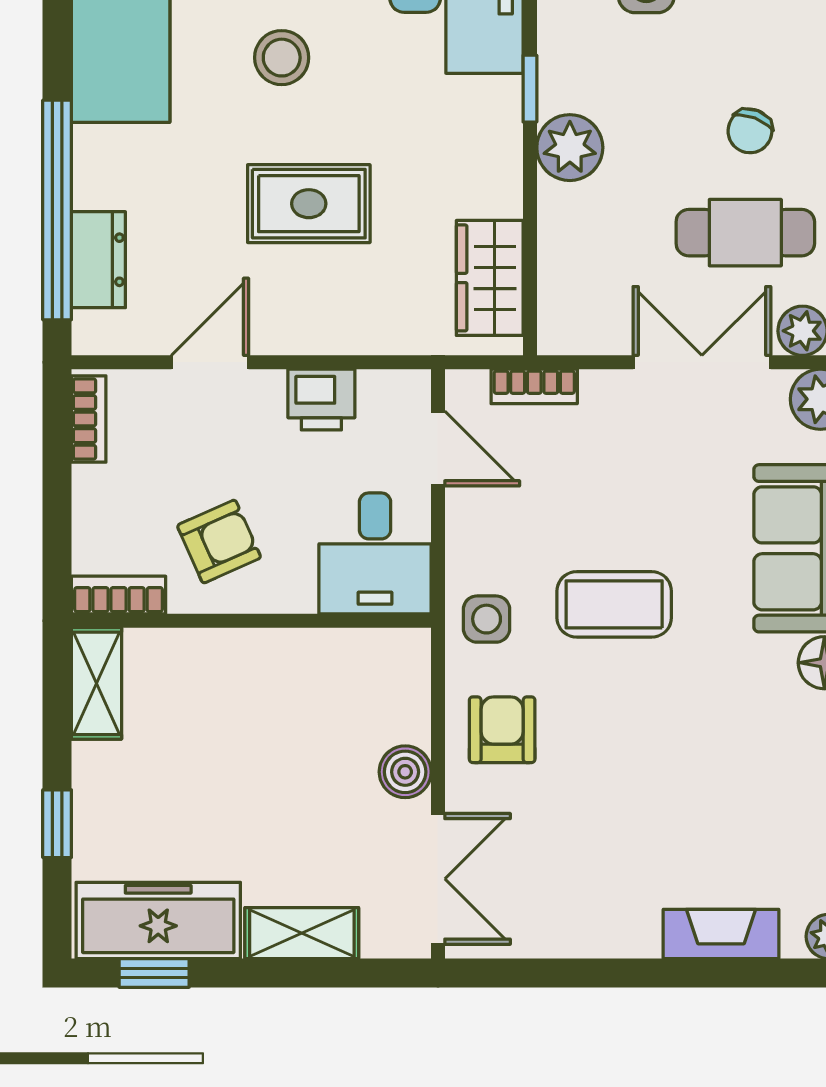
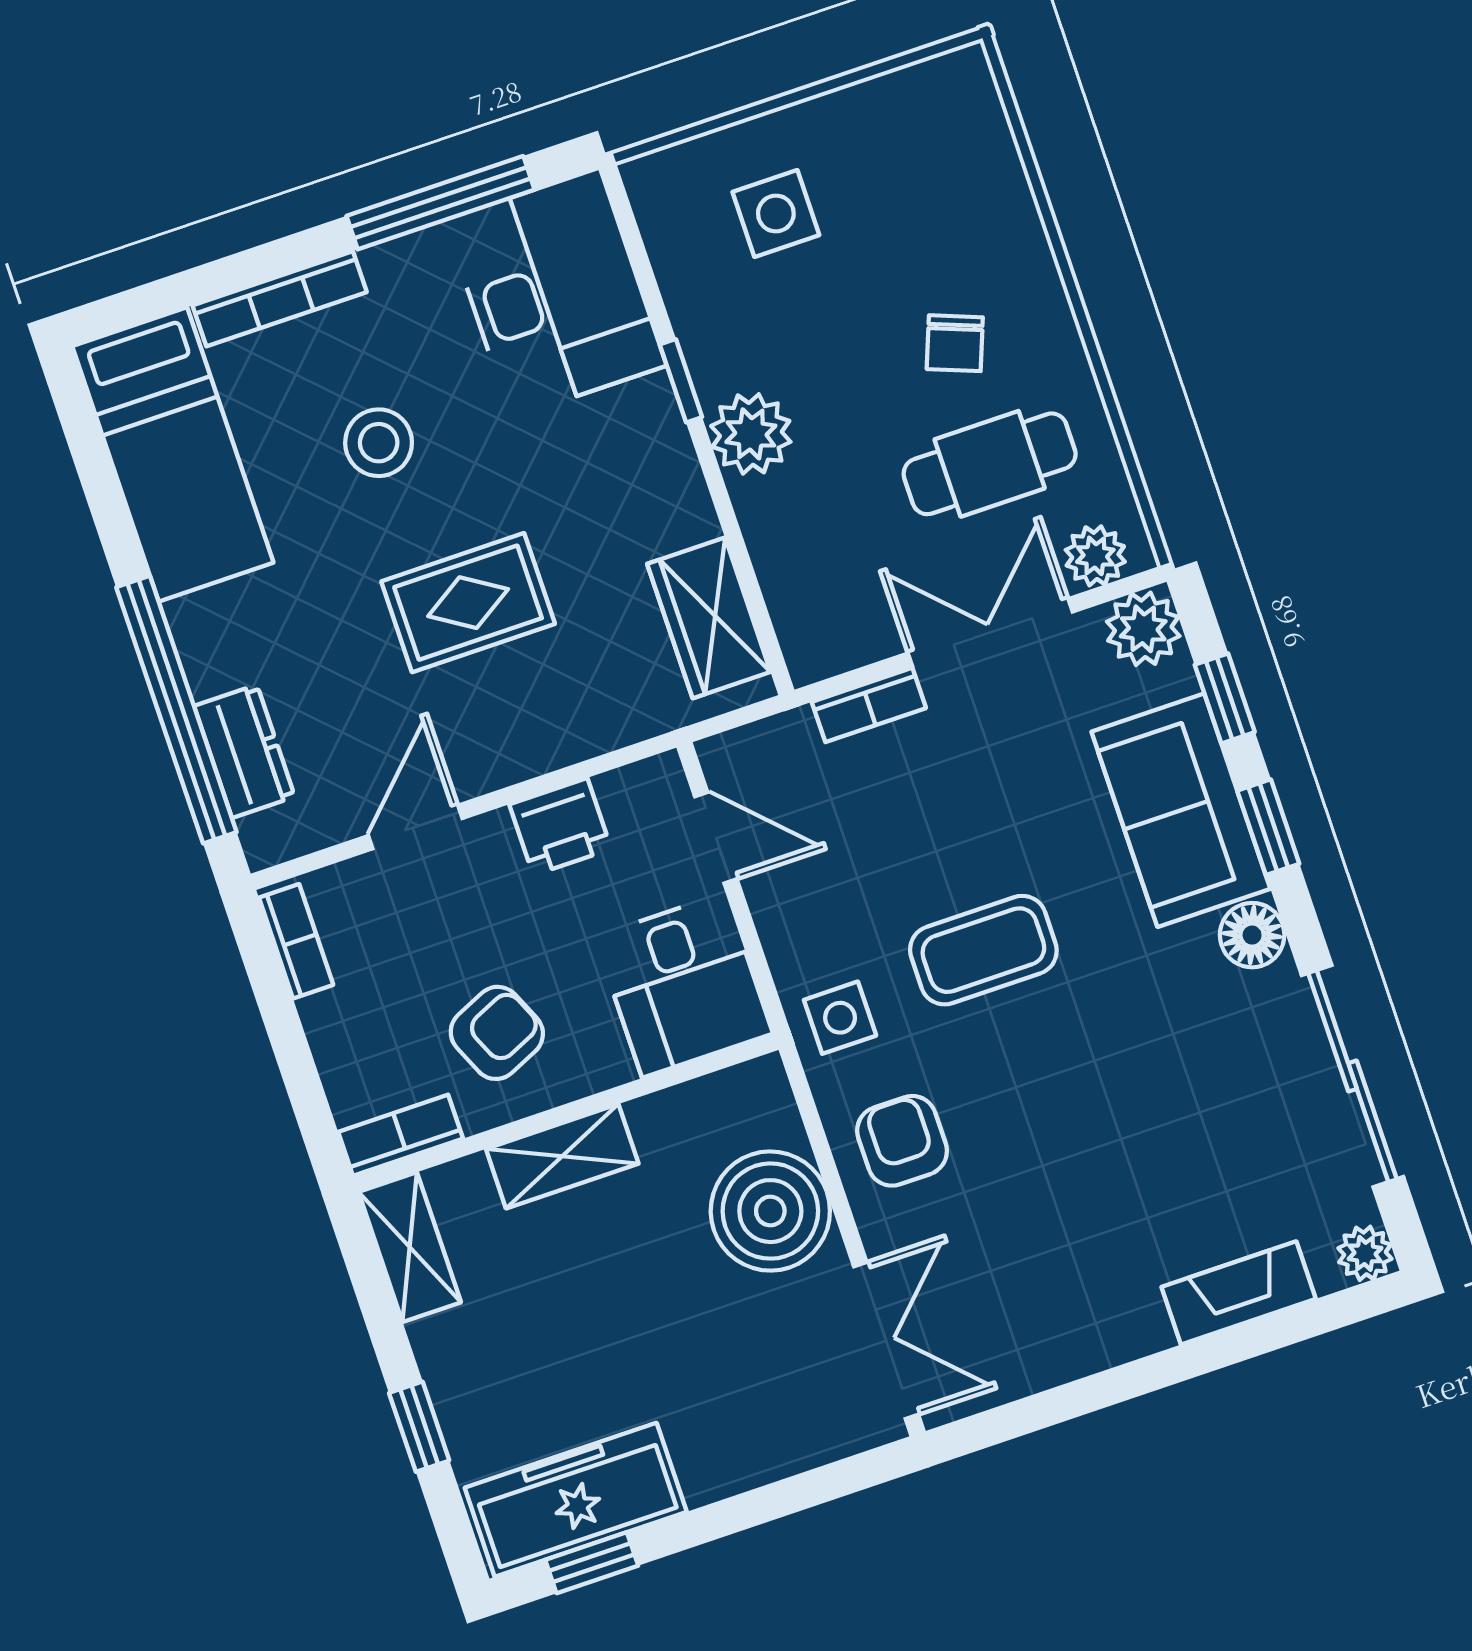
bookcase: (534, 386) -> (869, 705), moved
boiler: (405, 772) -> (770, 1211), width x1.86, depth x1.86
shelving: (302, 933) -> (562, 1156), moved

